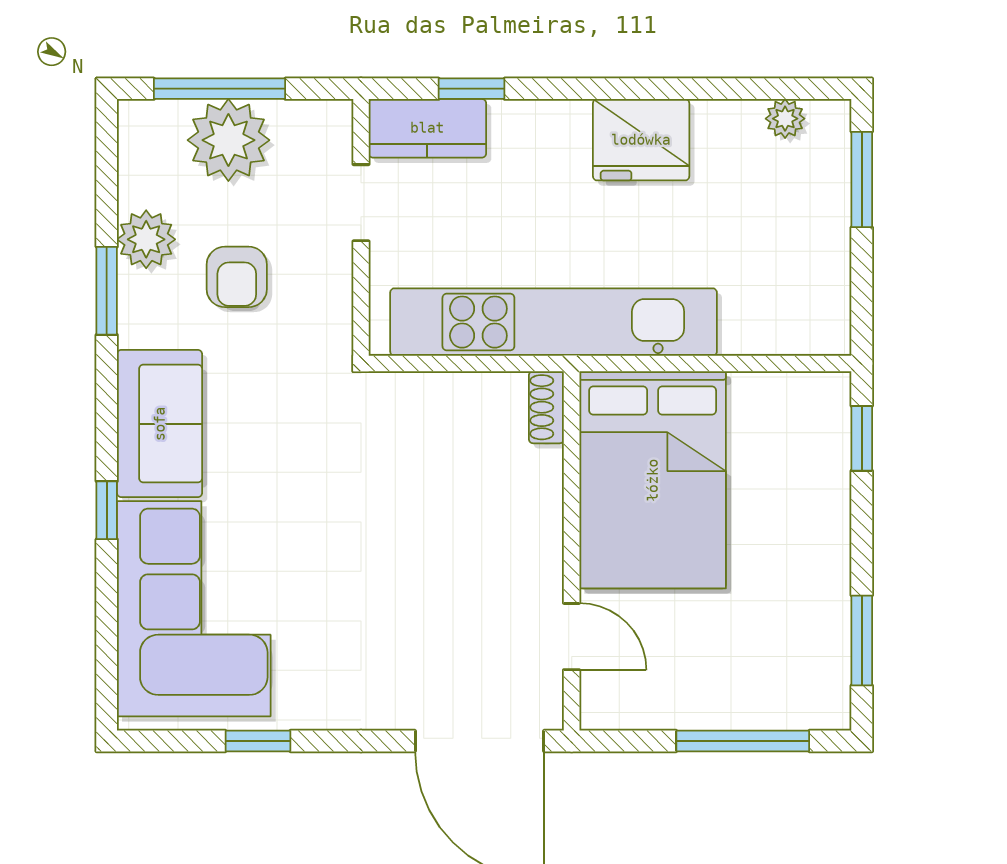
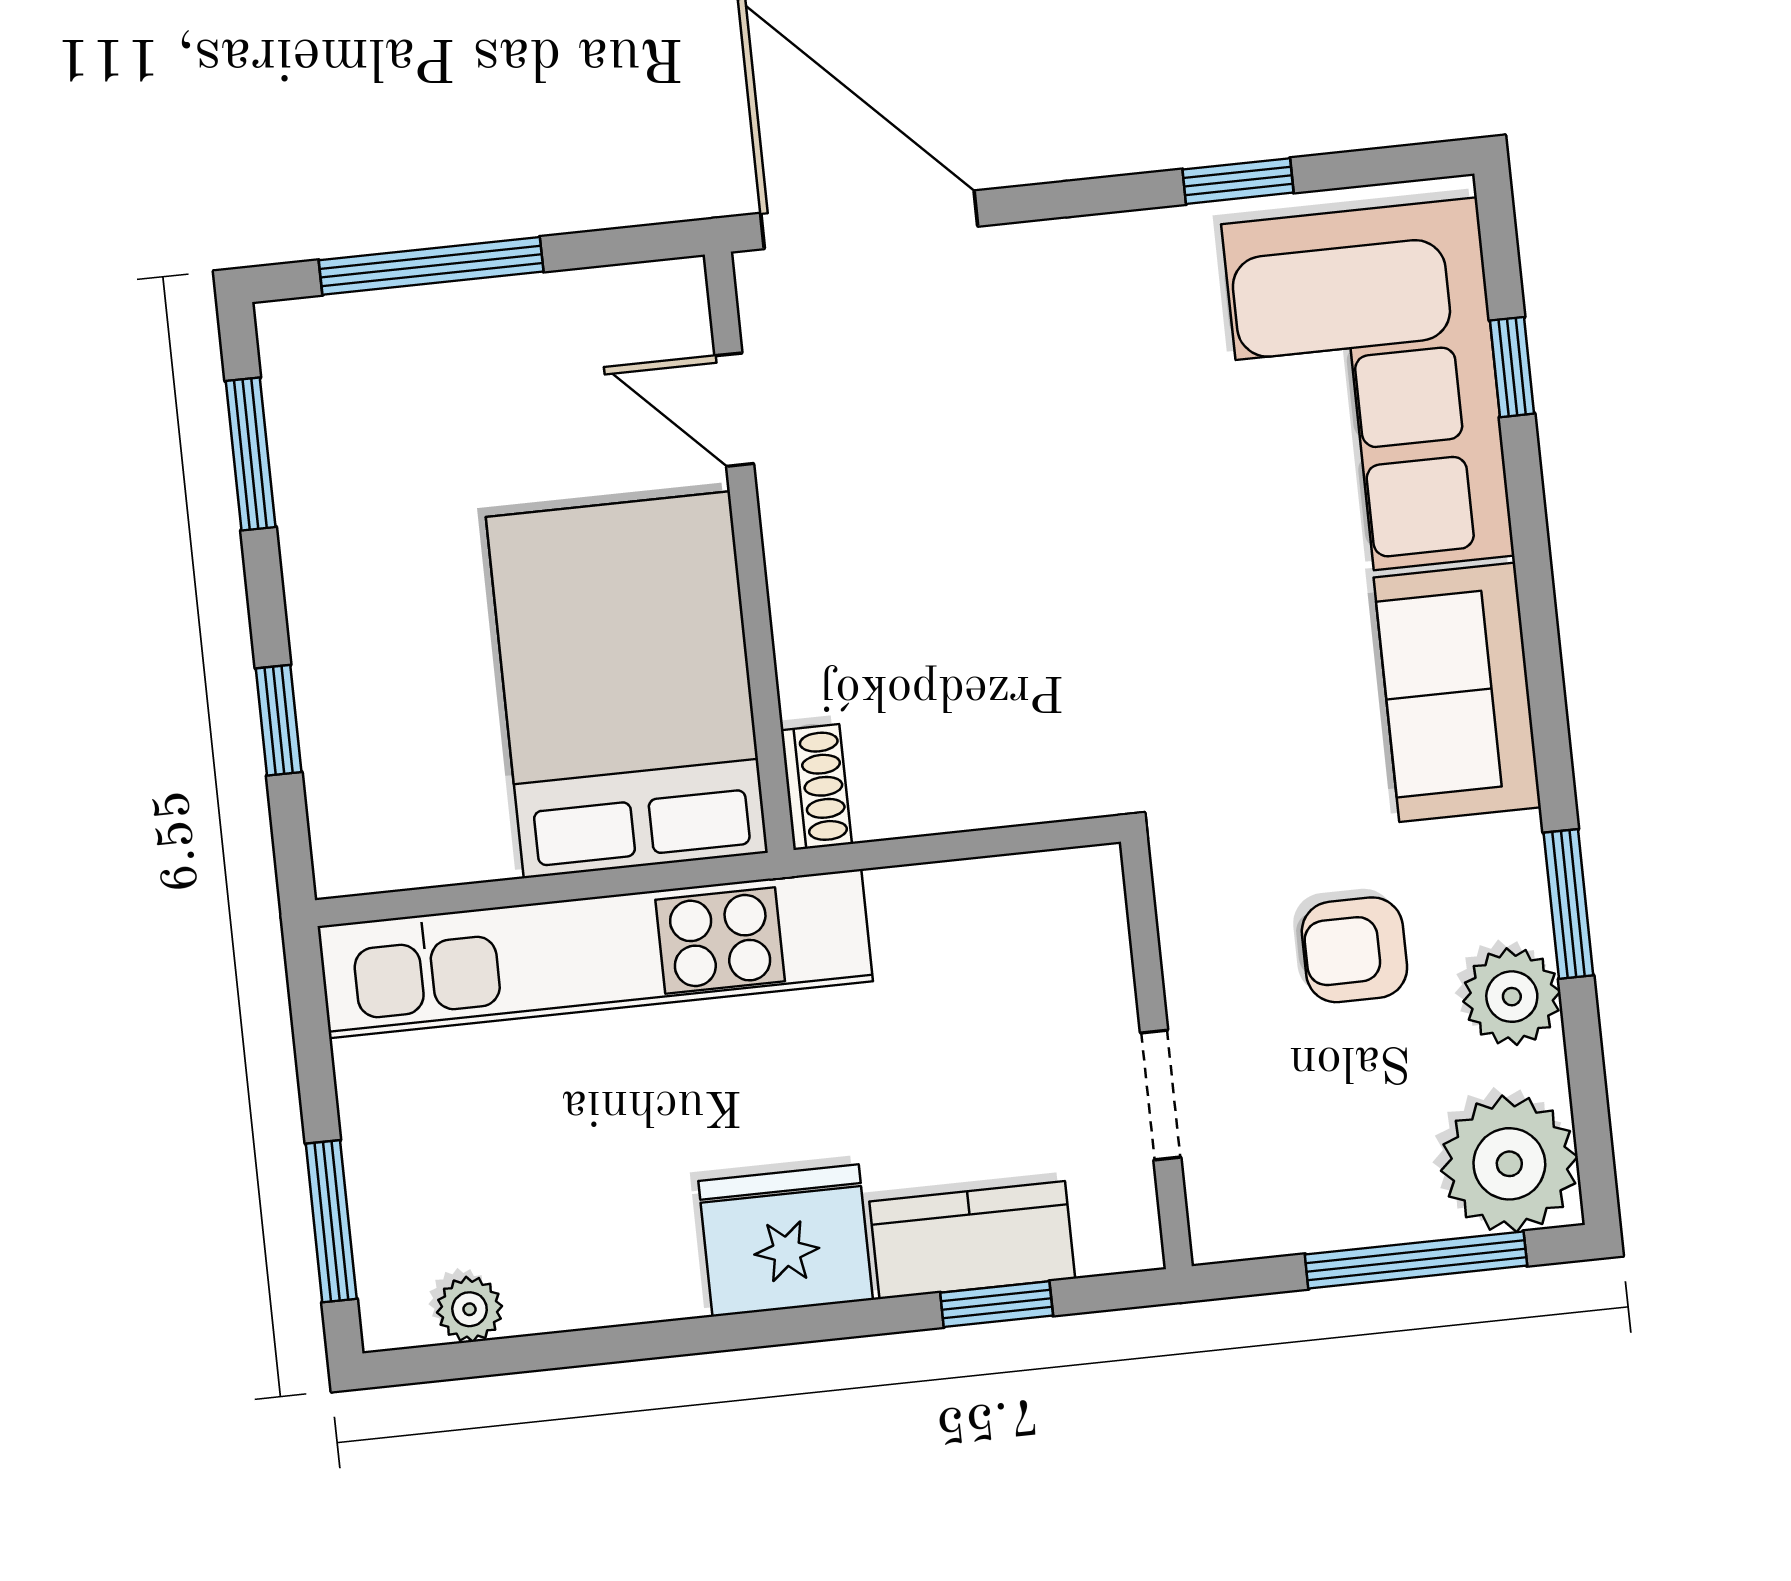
kitchen counter: (427, 128) -> (972, 1240), moved
plant: (228, 140) -> (1509, 1164), moved
fridge: (641, 140) -> (786, 1240), moved
armchair: (237, 277) -> (1354, 950), turned -90
kitchen unit: (554, 322) -> (595, 954), moved
window: (862, 438) -> (279, 720), moved
window: (107, 510) -> (1512, 367), moved

